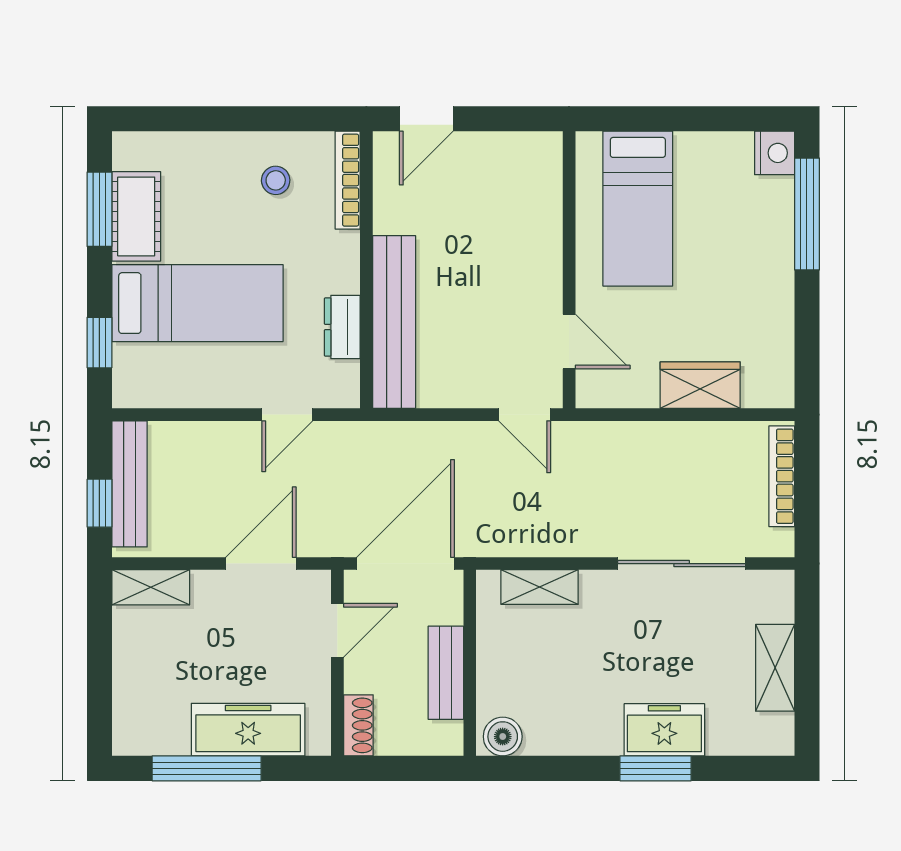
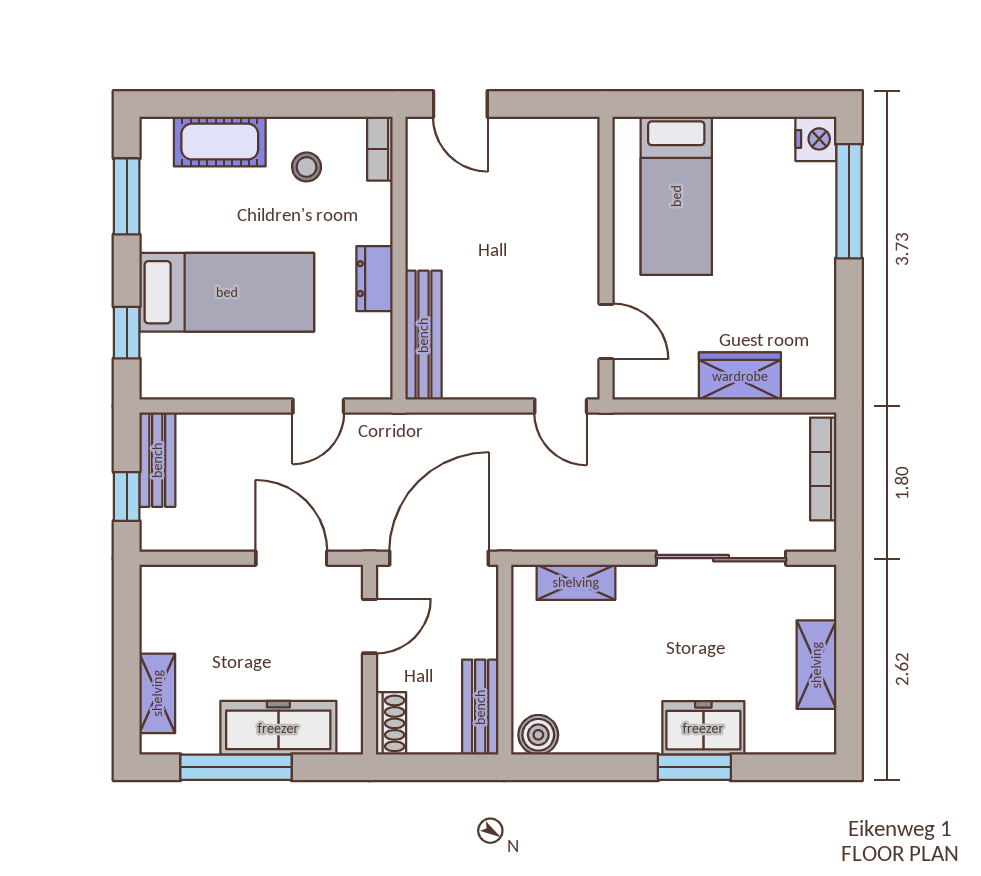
door: (426, 119) -> (460, 104), hinge flipped
bookcase: (348, 180) -> (380, 149), width x0.64
cot: (136, 216) -> (220, 142), moved, turned 90
bench: (394, 322) -> (423, 335), width x0.73, depth x0.82
dresser: (342, 327) -> (375, 279), moved
bench: (130, 484) -> (157, 460), width x0.73
door: (261, 564) -> (291, 558), hinge flipped
shelving: (151, 587) -> (157, 693), moved, turned 90
bench: (446, 673) -> (480, 707), moved

